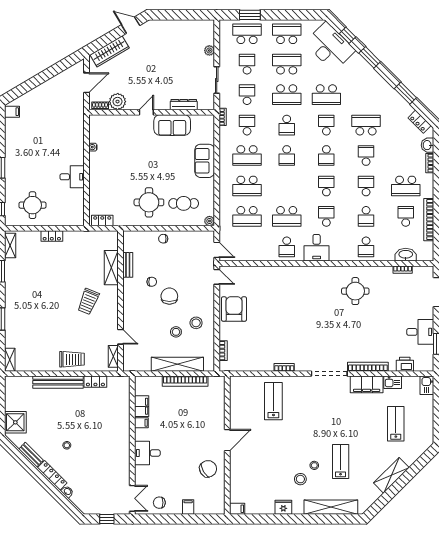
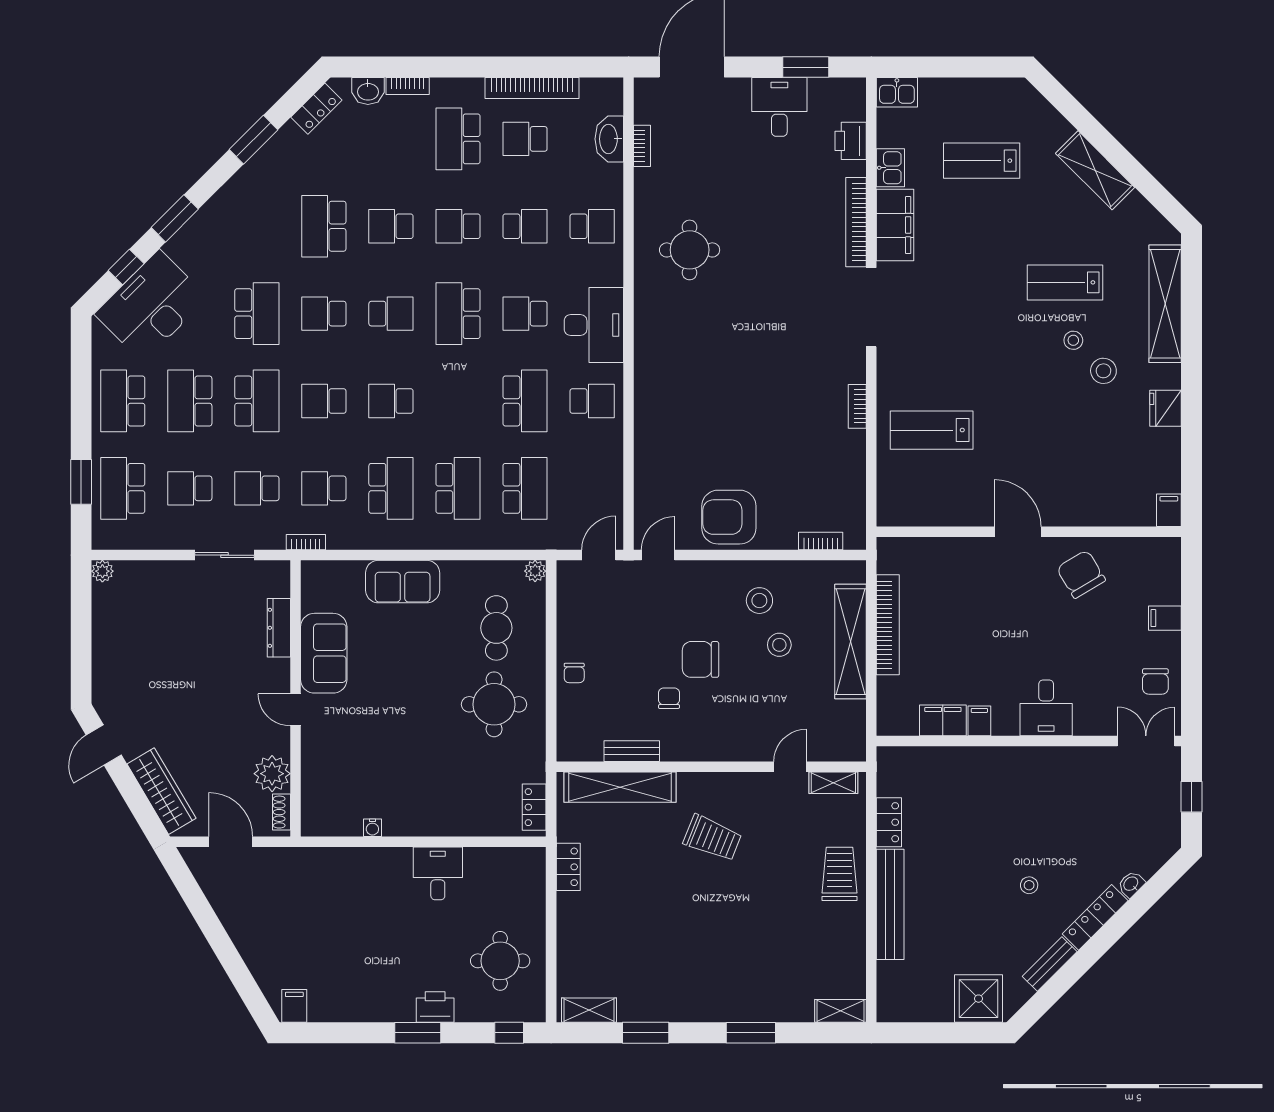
plant: (209, 50) -> (102, 571), moved
school desk: (287, 125) -> (324, 401), turned 180
school desk: (287, 156) -> (391, 401), turned 180
printer: (12, 176) -> (435, 1007), added
school desk: (326, 186) -> (458, 314), width x1.85
school desk: (406, 186) -> (458, 139), turned 180
locker: (52, 236) -> (568, 867), moved
desk: (317, 248) -> (594, 325), width x1.37
shelving: (111, 268) -> (620, 787), width x1.47

